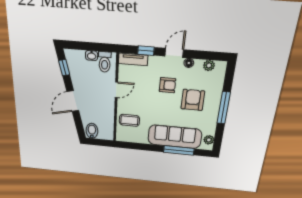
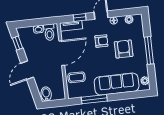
door: (116, 90) -> (62, 53), width x1.87
window: (179, 150) -> (94, 99), moved

